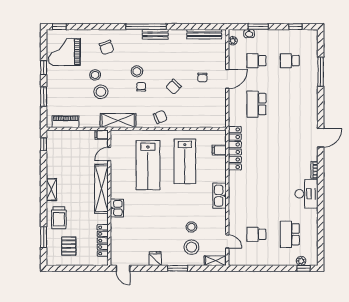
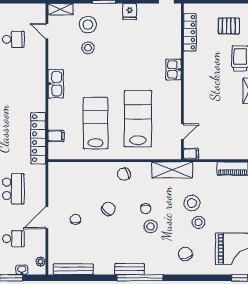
shelving: (101, 189) -> (191, 92), removed
pallet: (69, 246) -> (229, 26), turned 90

